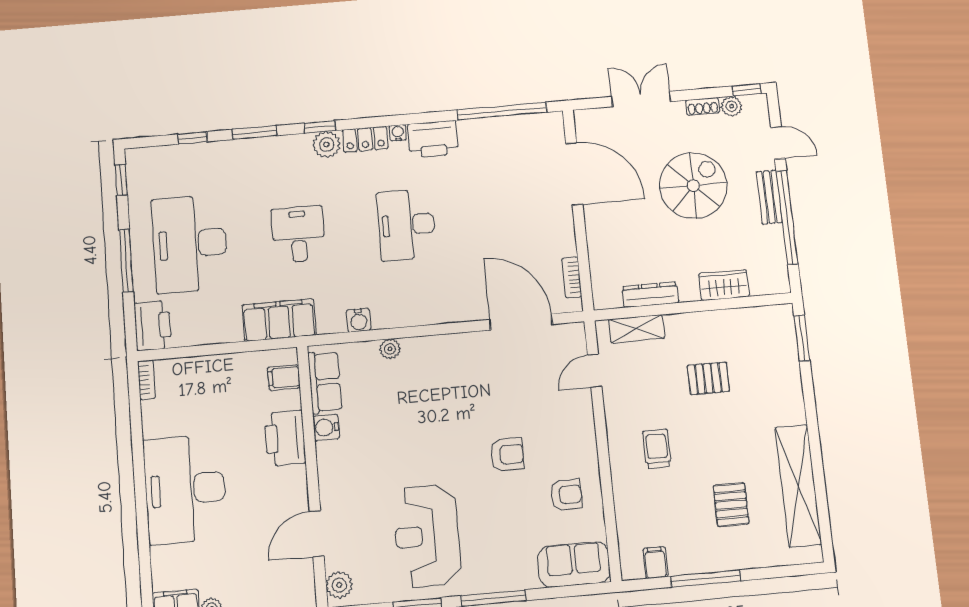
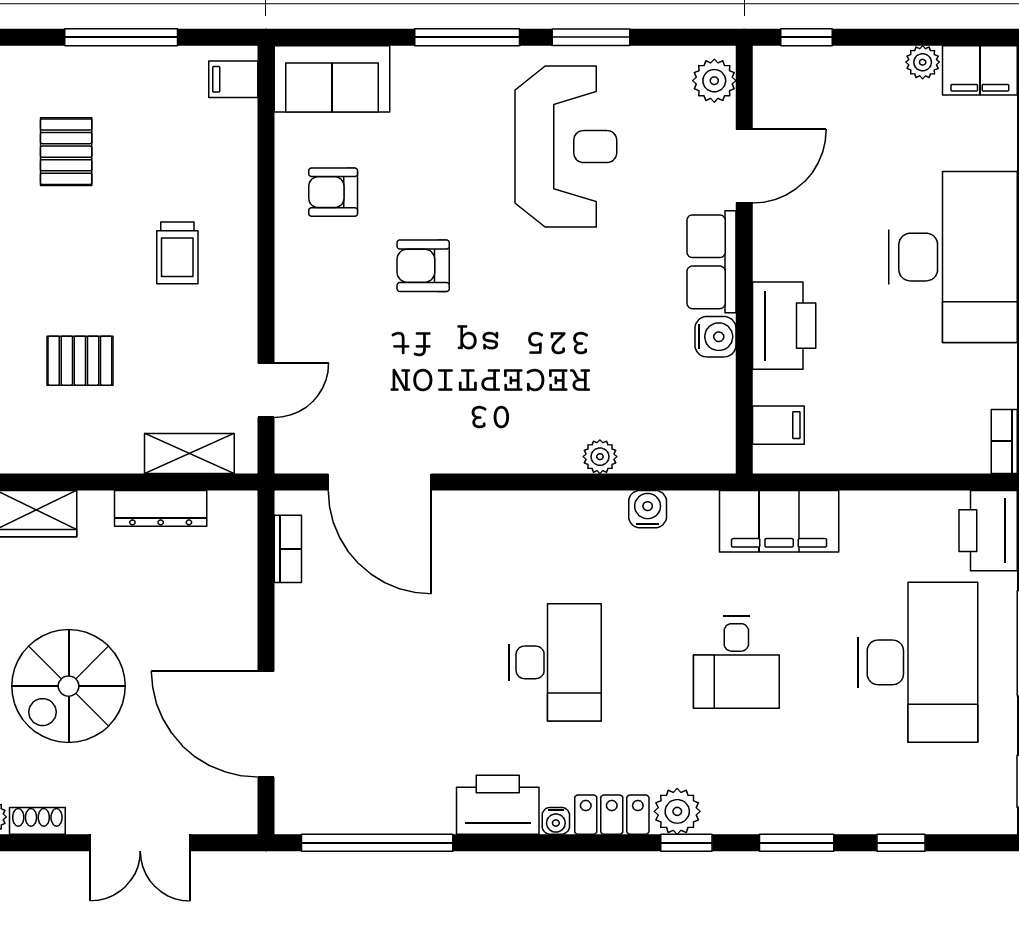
row of seats: (325, 382) -> (711, 262), moved
filing cabinet: (655, 563) -> (233, 79), moved, turned 90

